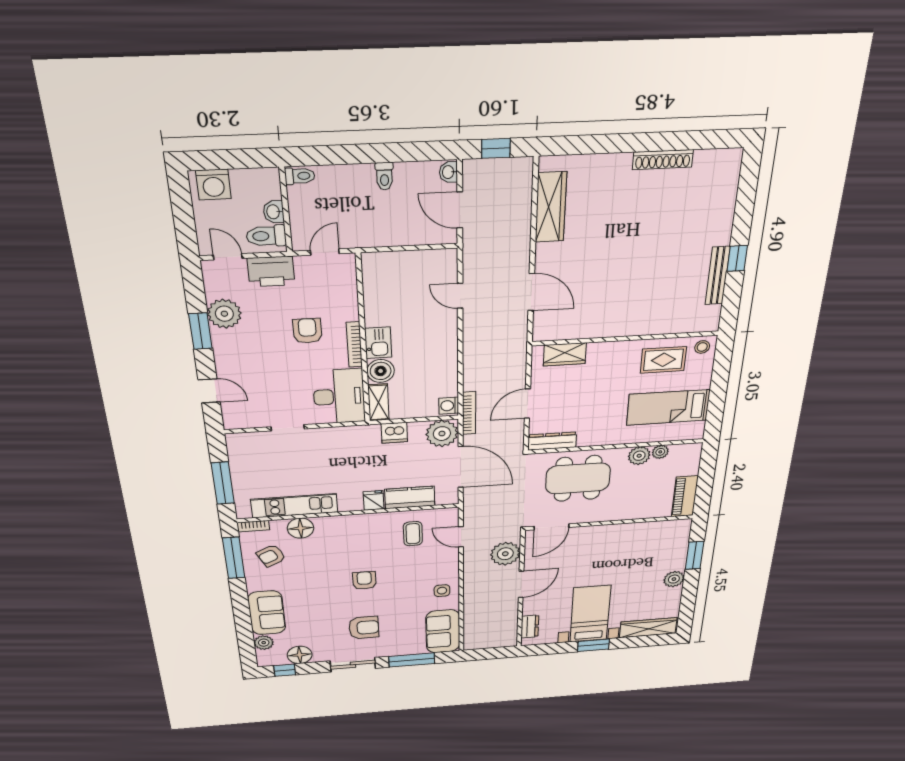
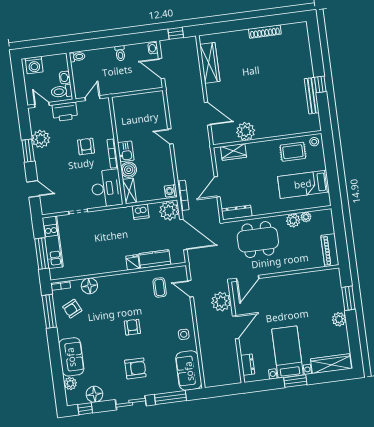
door: (460, 296) -> (170, 136), moved
plant: (592, 324) -> (246, 131), added
kitchen unit: (294, 506) -> (53, 242), moved, turned 90

